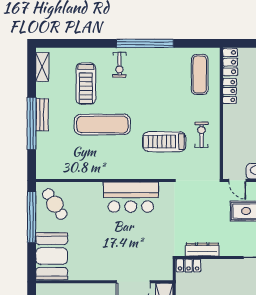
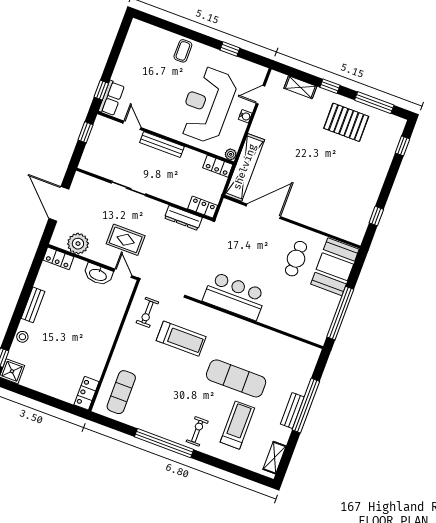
locker: (230, 91) -> (98, 365), removed
exercise bike: (202, 135) -> (147, 312), moved
cafe table: (55, 204) -> (296, 259), moved, turned 33

